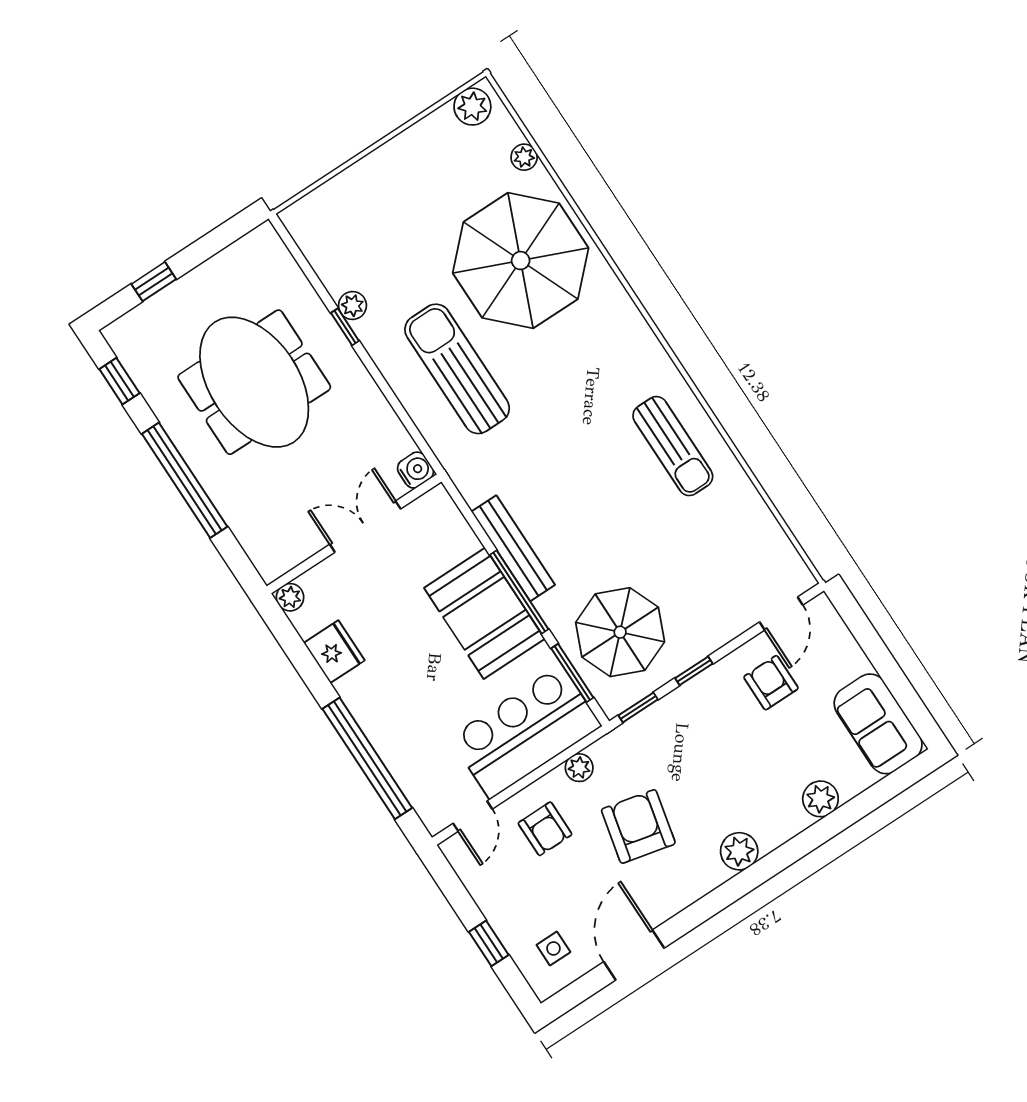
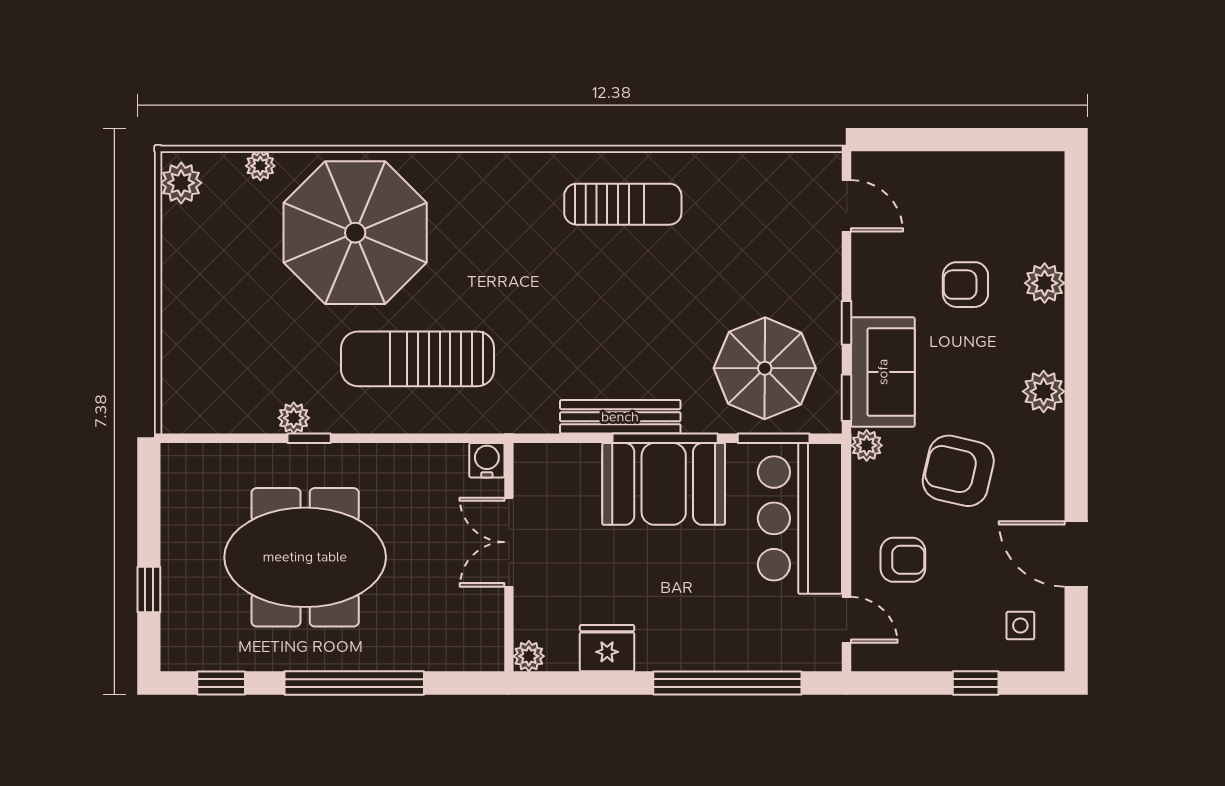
armchair: (771, 683) -> (965, 285), moved
sofa: (878, 724) -> (883, 372), moved, turned -90
plant: (579, 768) -> (867, 445), moved

